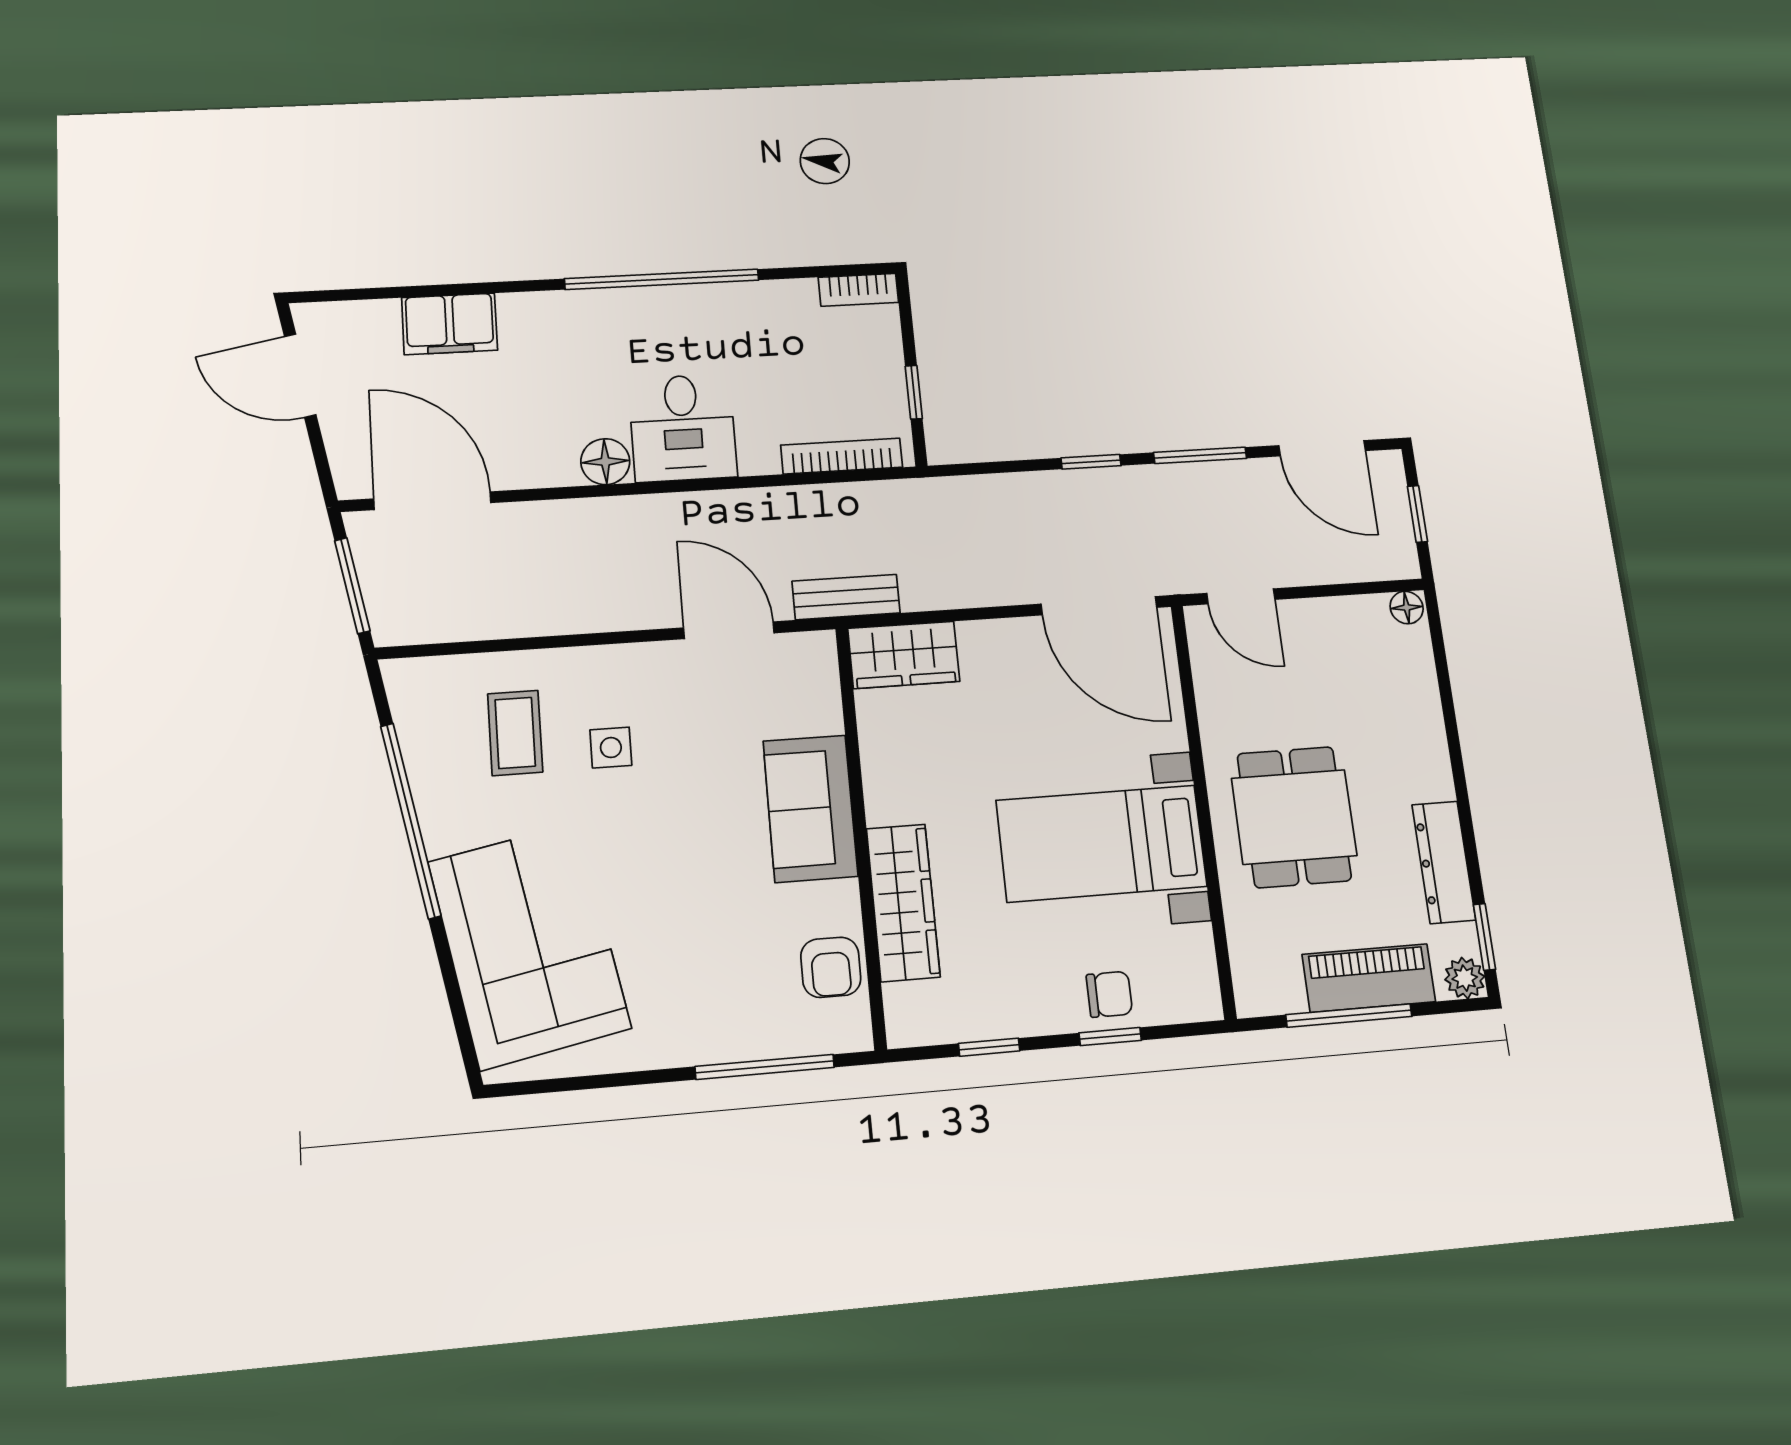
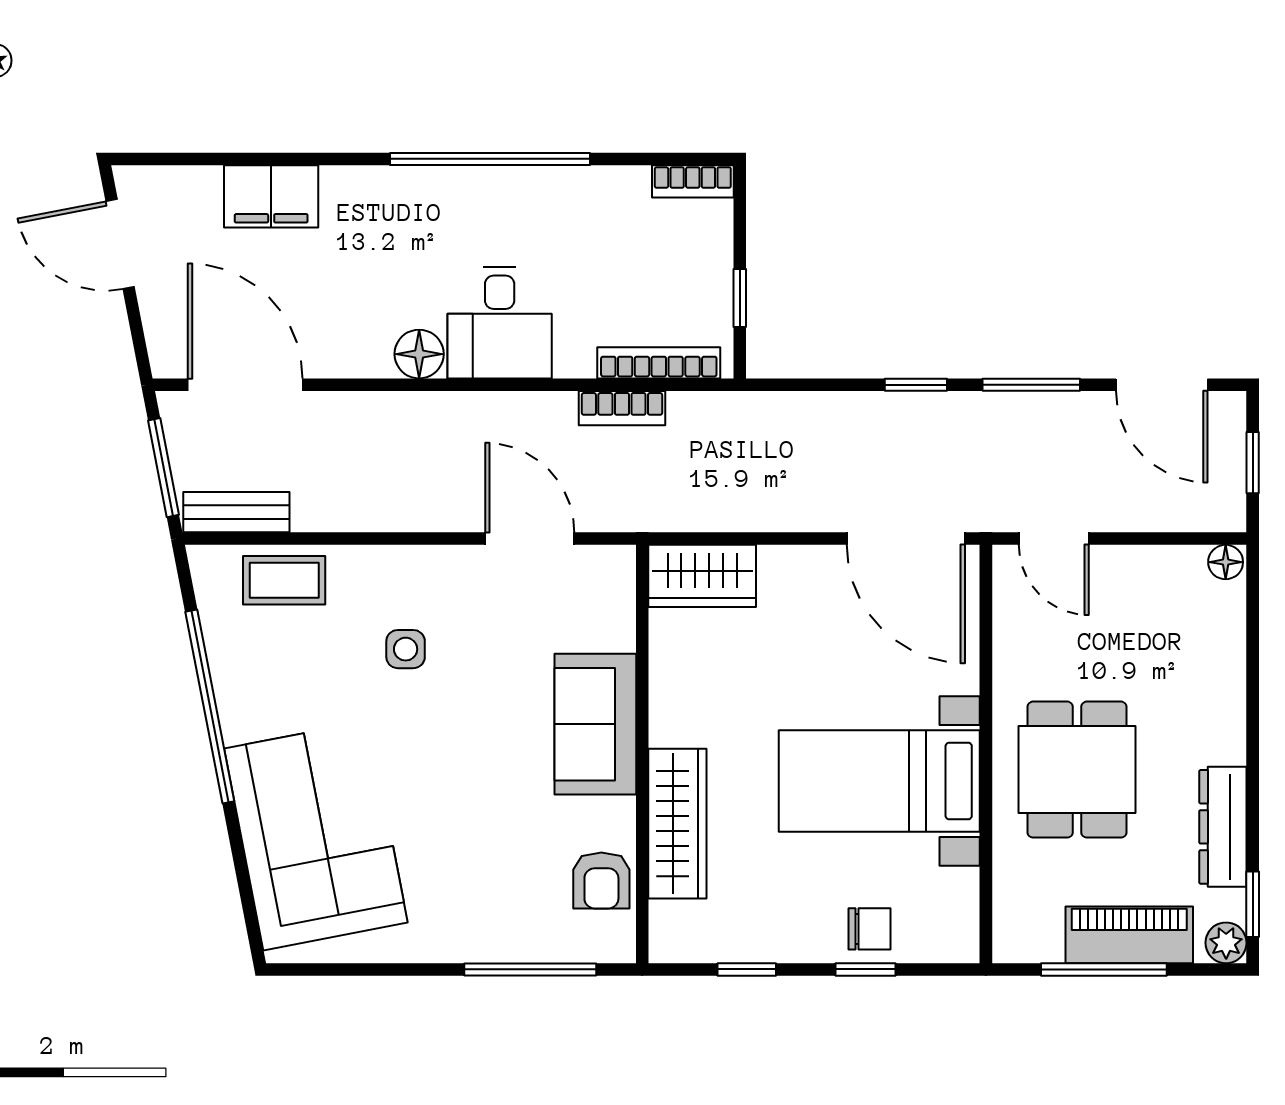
bookcase: (810, 500) -> (622, 408), added
bench: (846, 597) -> (236, 512), moved
coffee table: (515, 733) -> (284, 580), moved, turned 90

